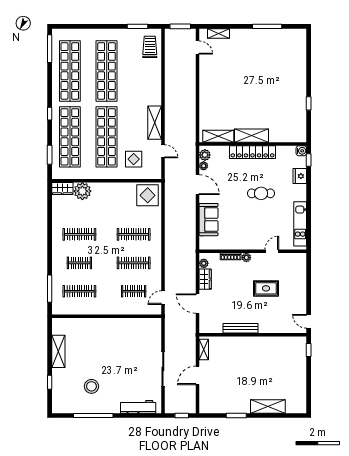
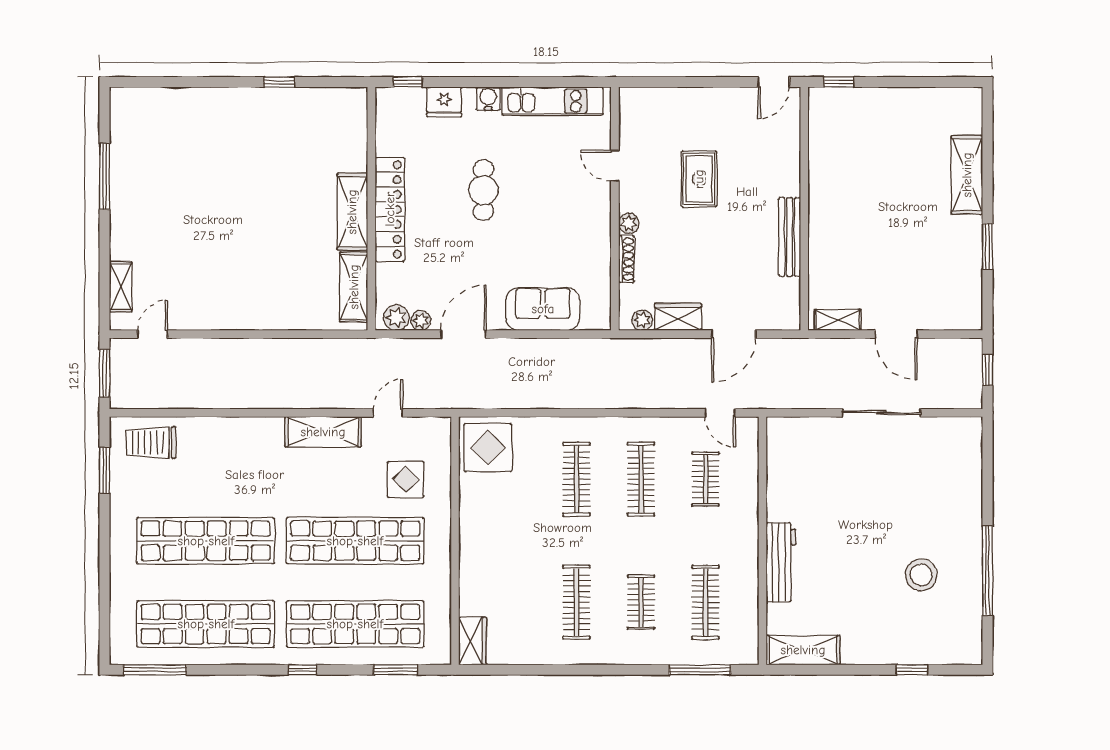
water cooler: (301, 151) -> (488, 99), moved
plant: (82, 191) -> (478, 595), removed
shelving: (58, 351) -> (803, 650), moved
workbench: (138, 407) -> (781, 562), moved, turned 180

